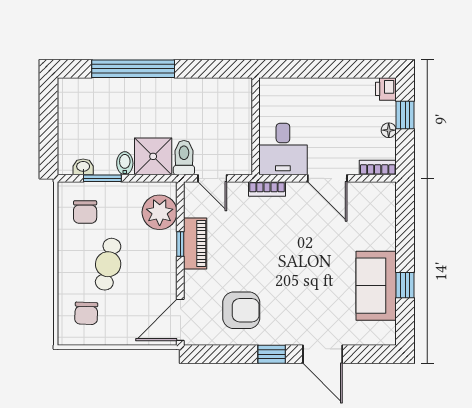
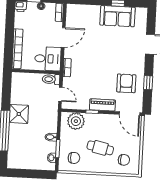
bookcase: (300, 87) -> (17, 49), added
shower: (153, 156) -> (19, 114), moved
toilet: (184, 158) -> (51, 79), moved
door: (212, 178) -> (60, 94), hinge flipped
piano: (195, 243) -> (102, 105), moved
window: (272, 354) -> (148, 83), moved

